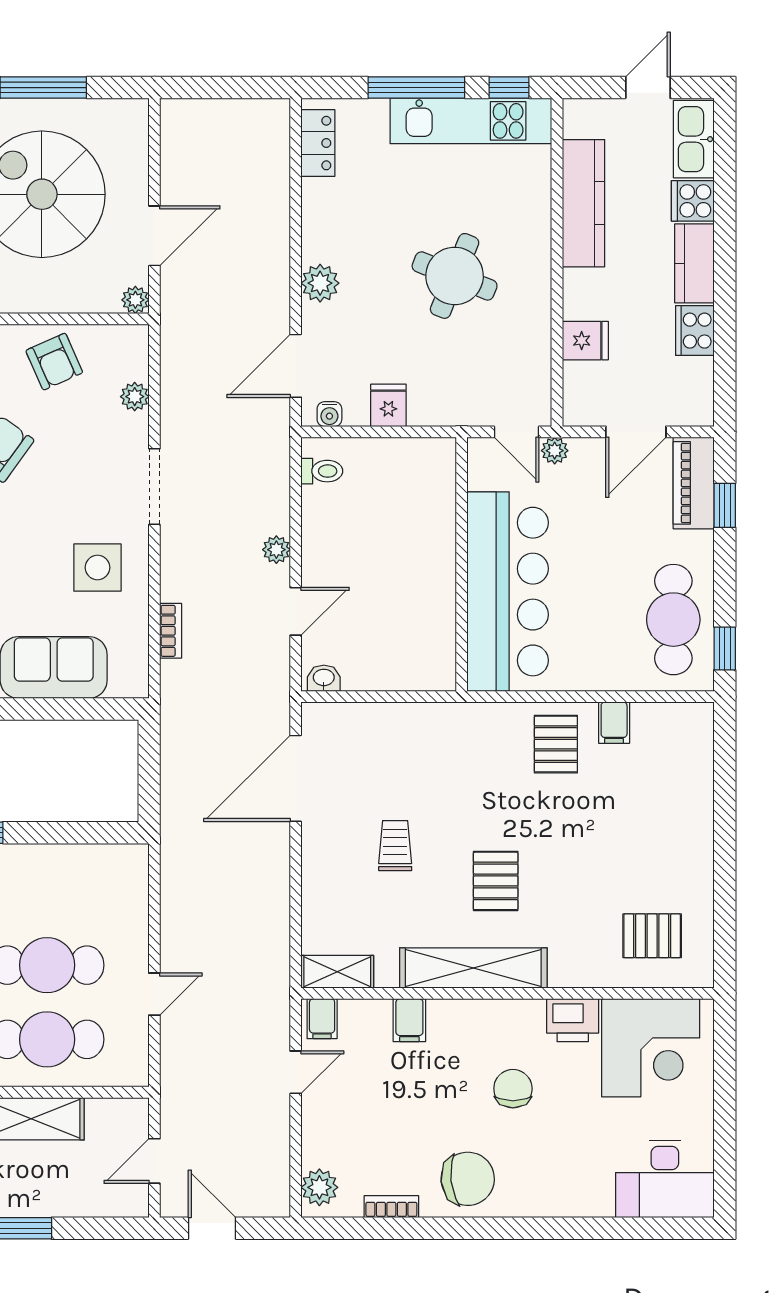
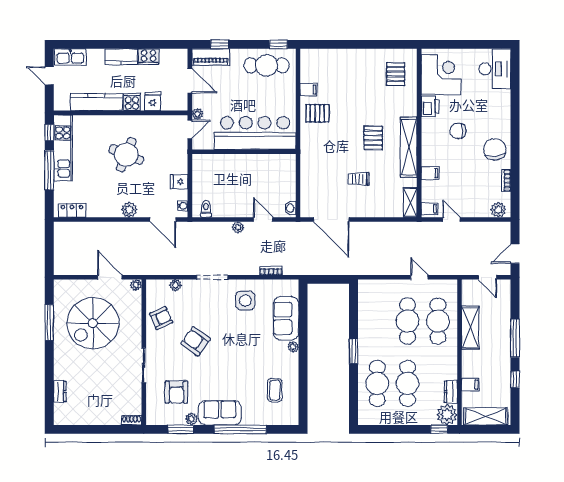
cooker: (693, 201) -> (132, 102), moved, turned 180
pallet: (496, 881) -> (373, 138), turned 90

